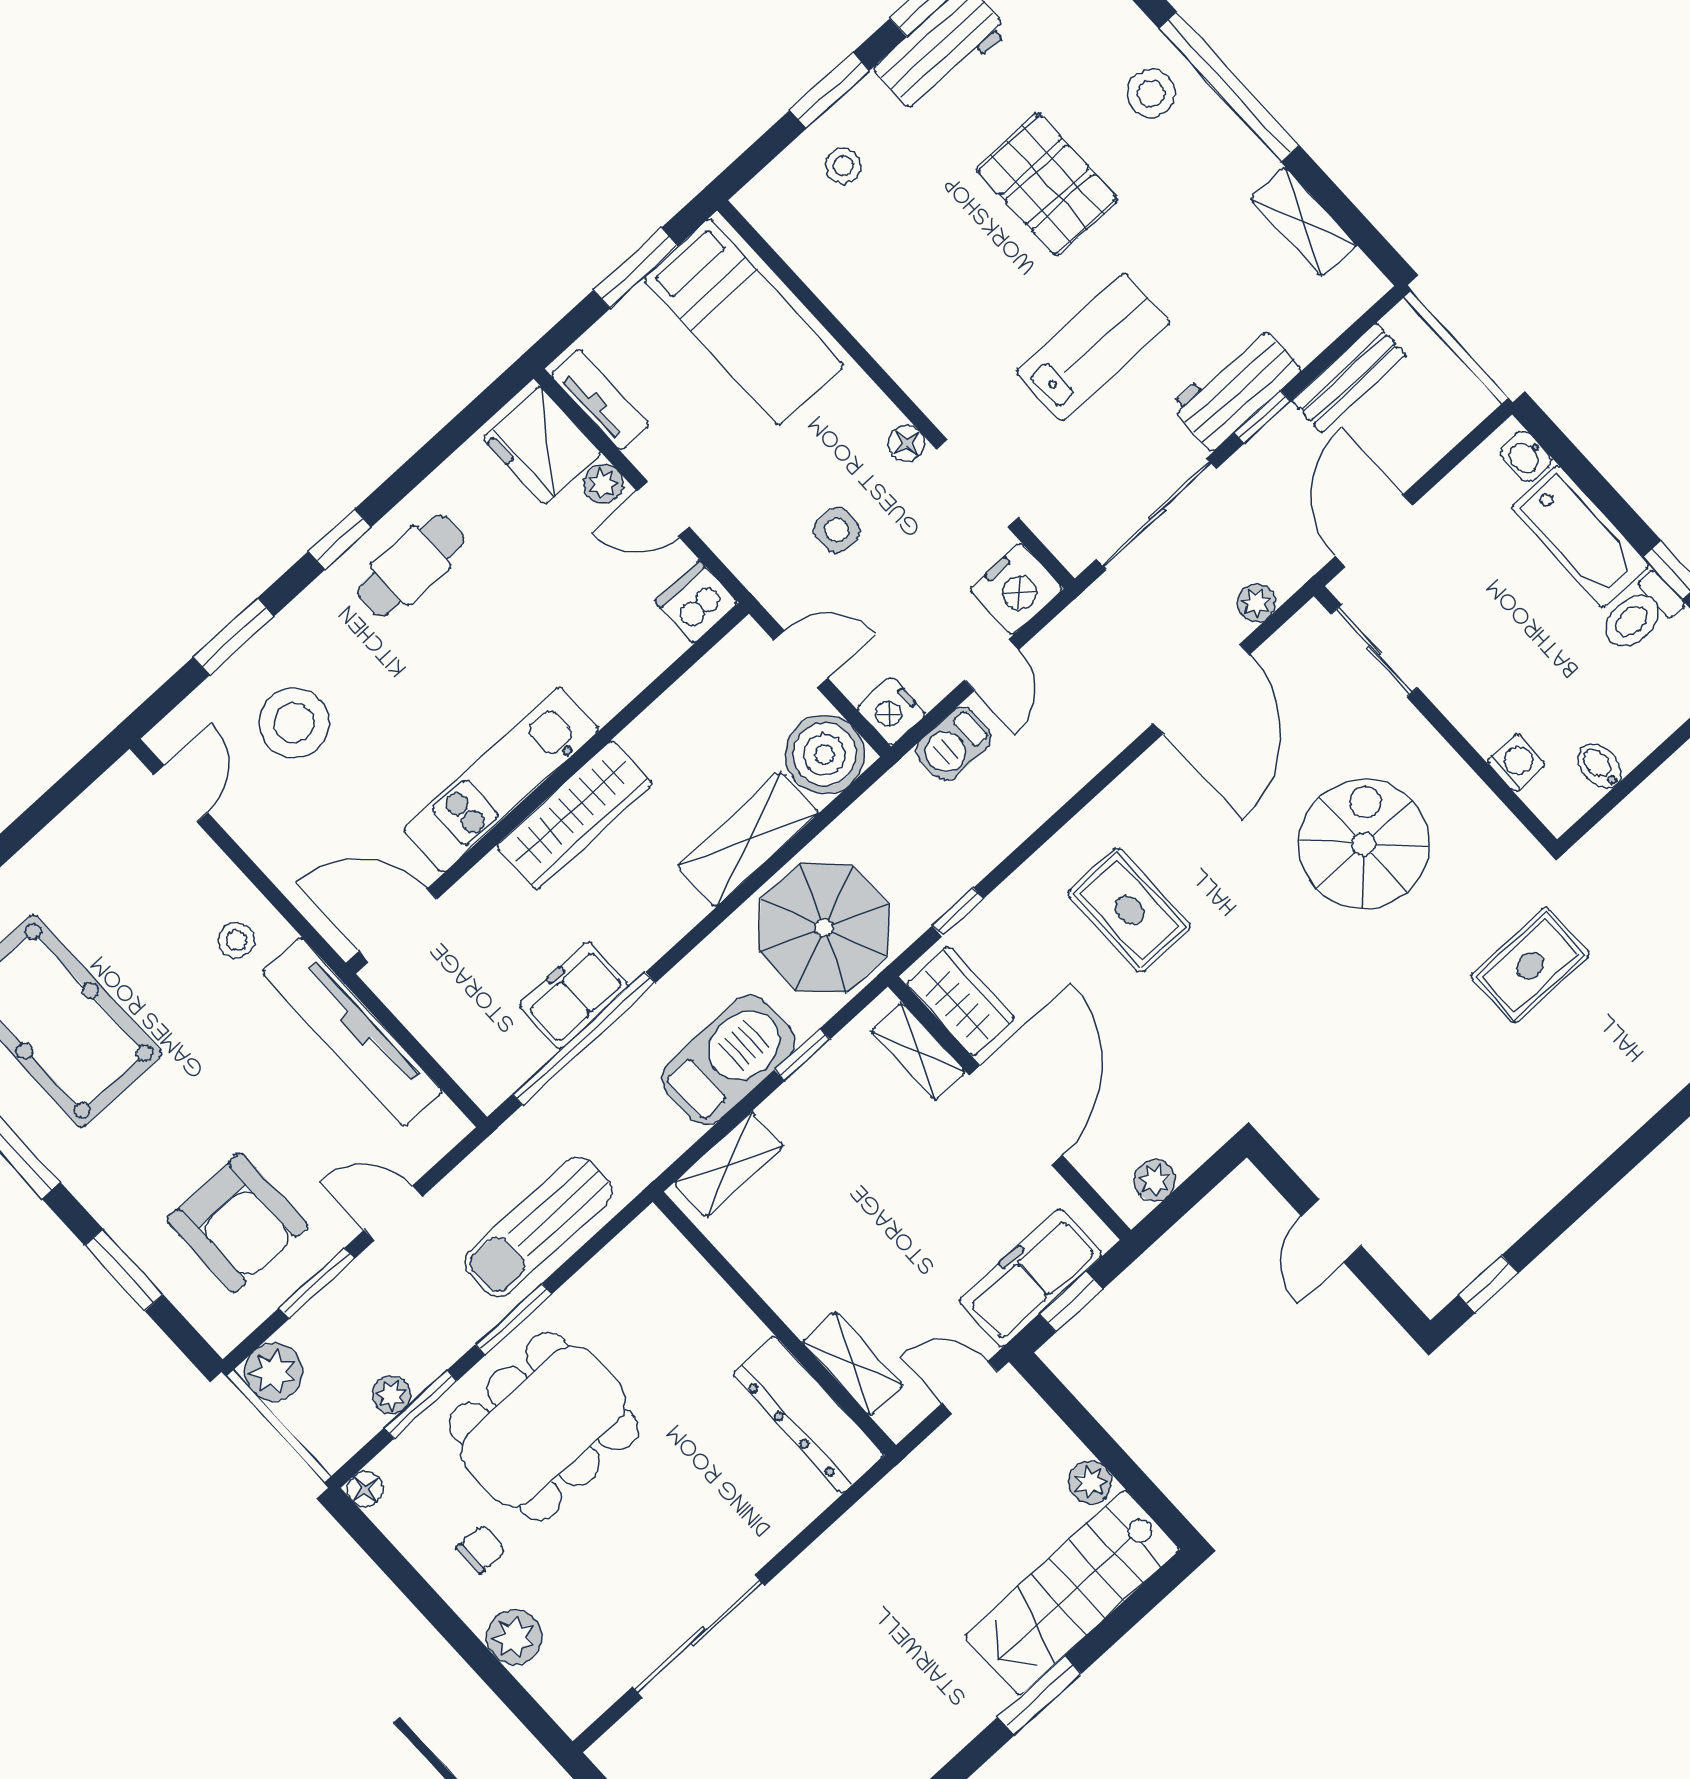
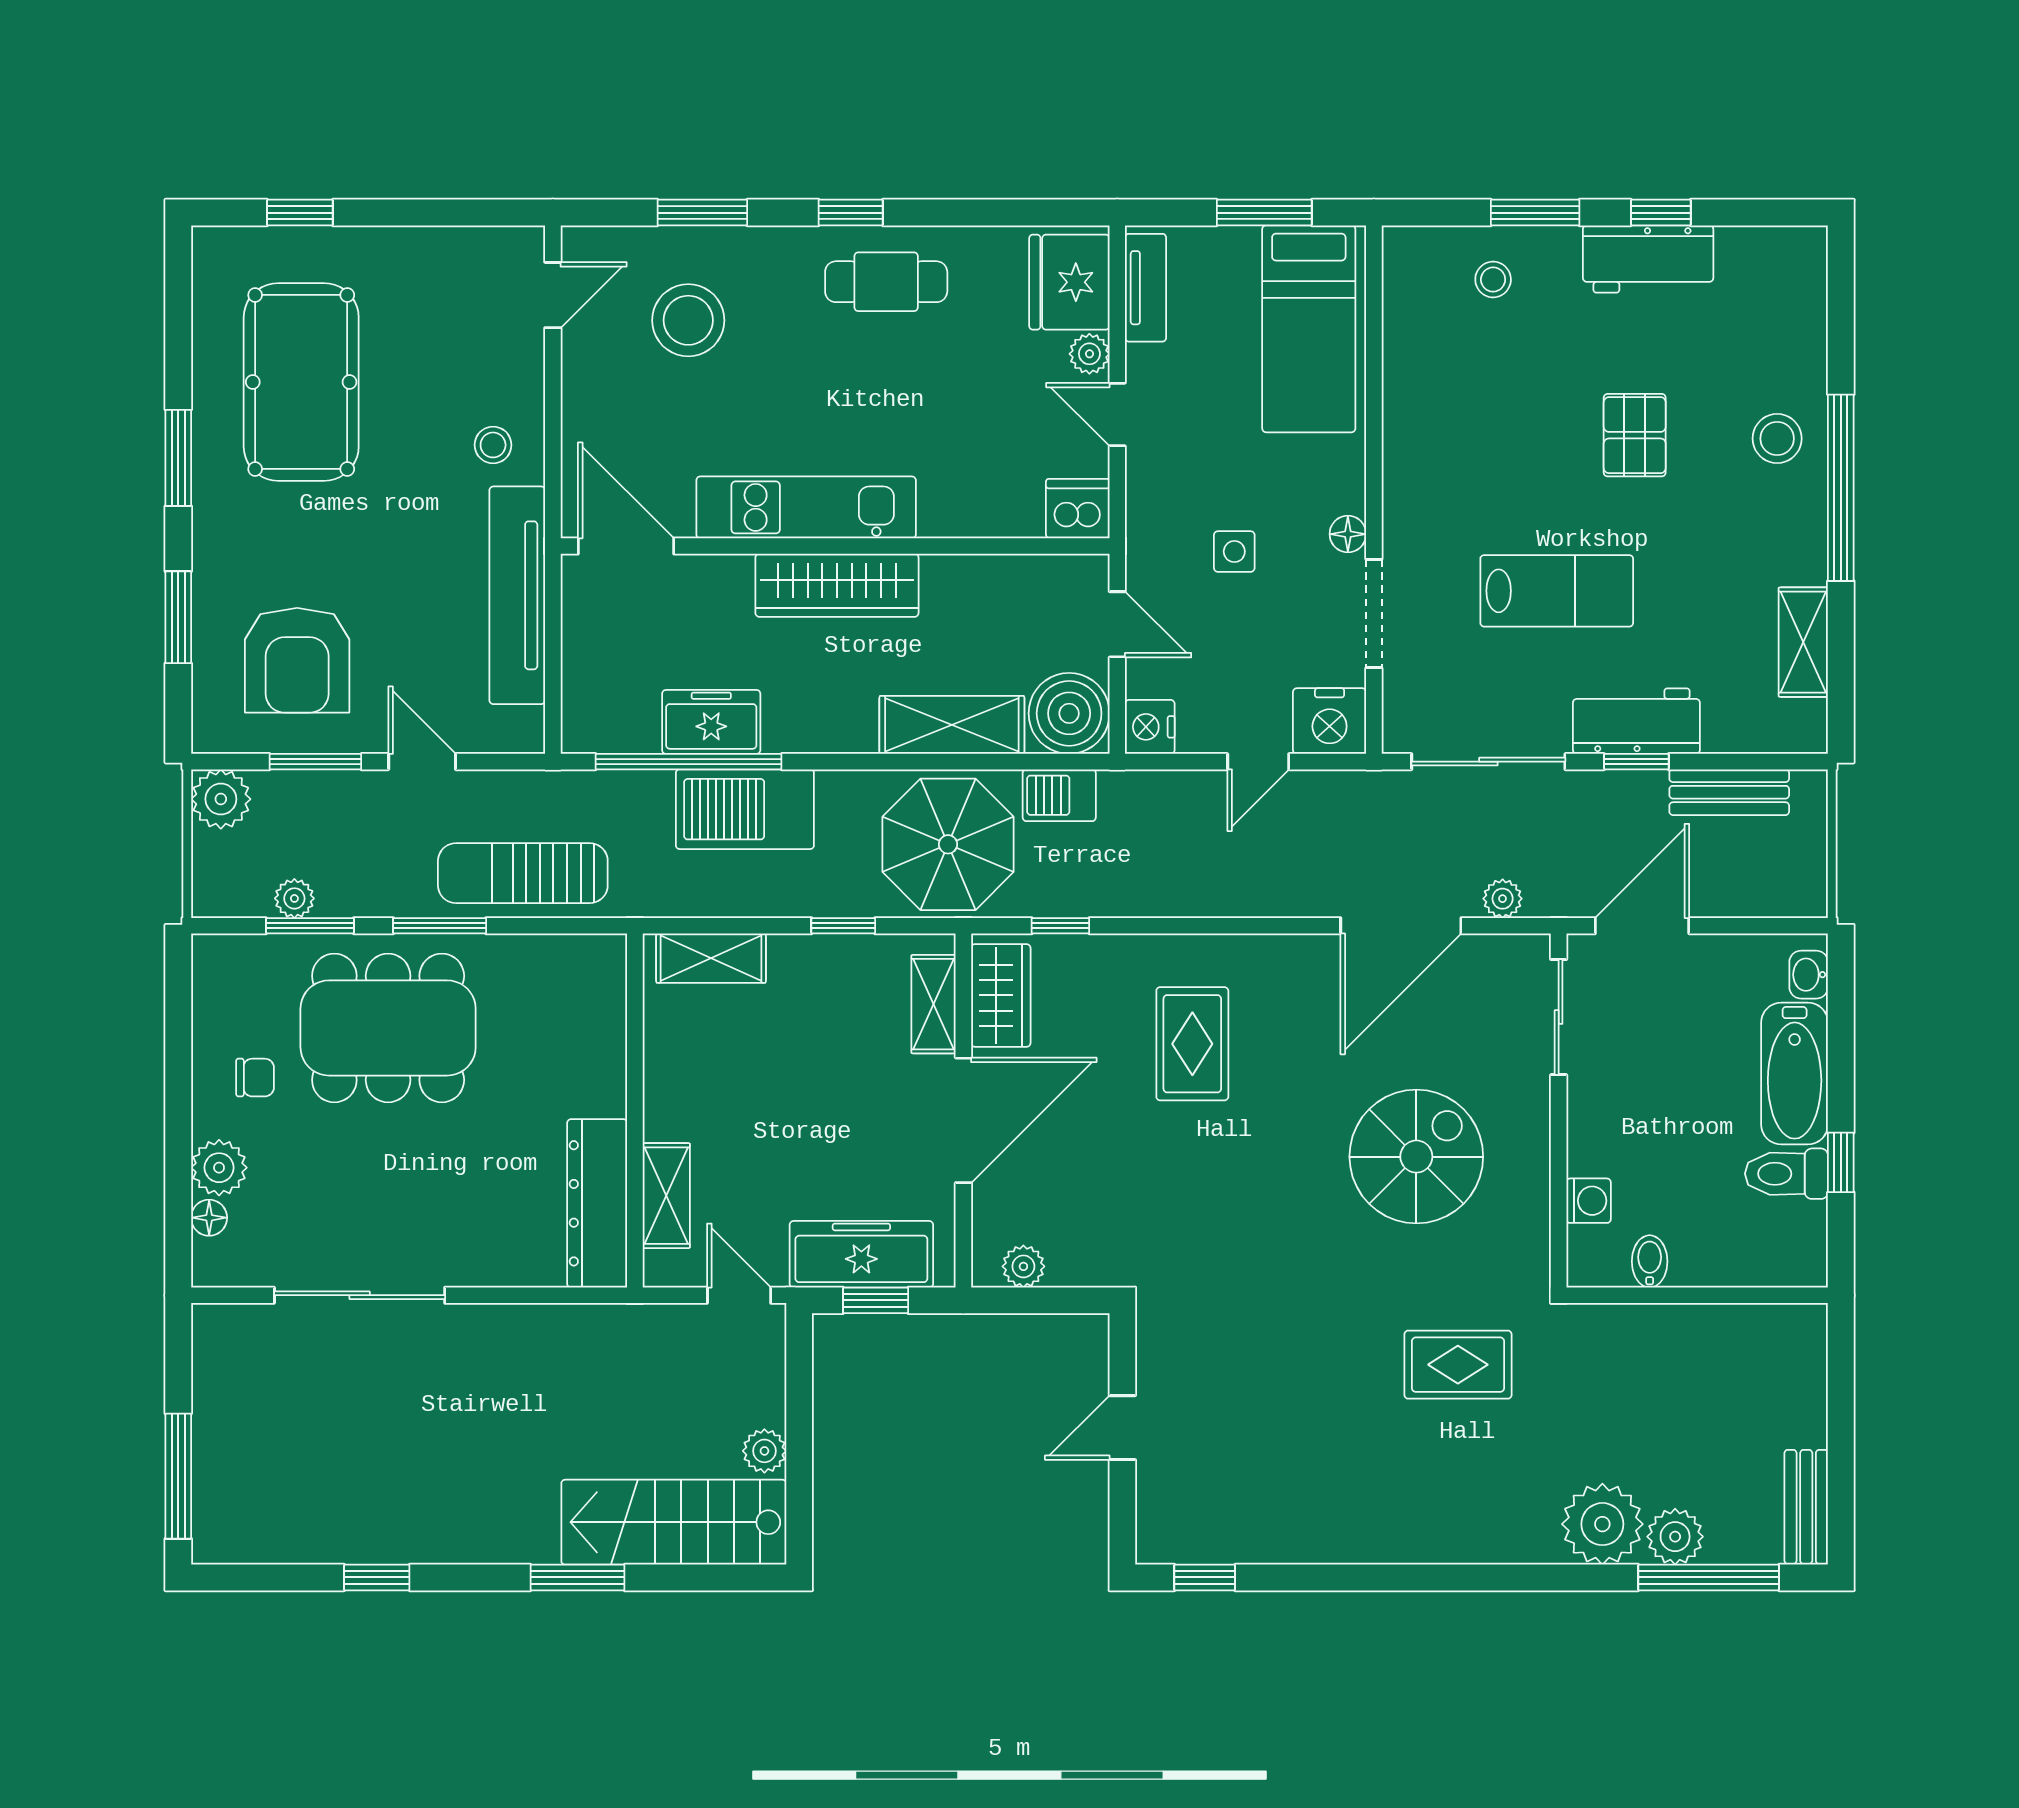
pallet: (1047, 184) -> (1635, 435), width x0.67, depth x0.71
barbecue: (954, 744) -> (1059, 795), moved
barbecue: (728, 1060) -> (745, 809), moved, turned 180
floor lamp: (365, 1489) -> (209, 1218), moved

